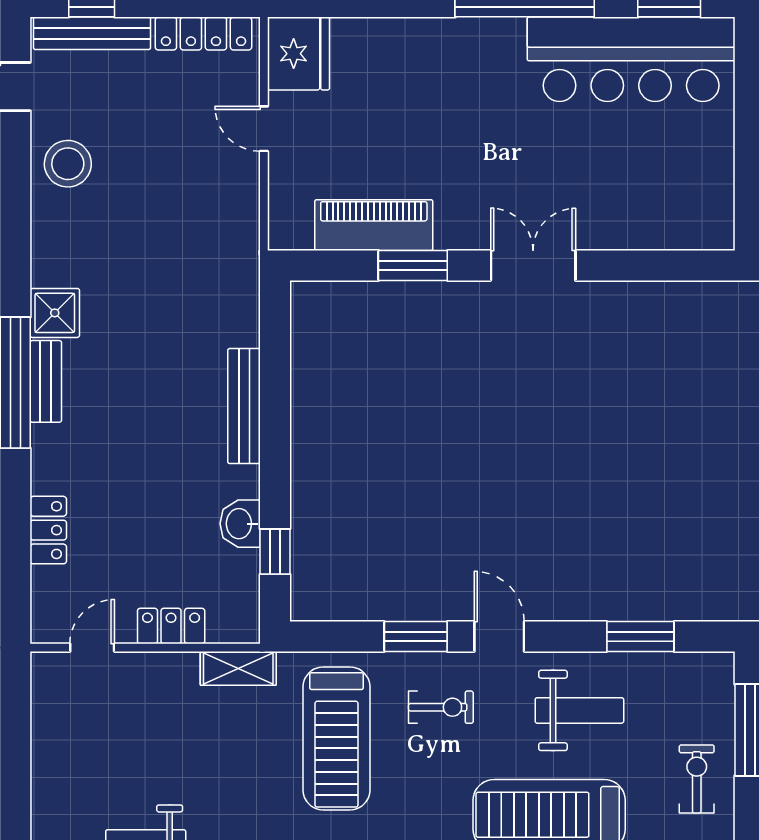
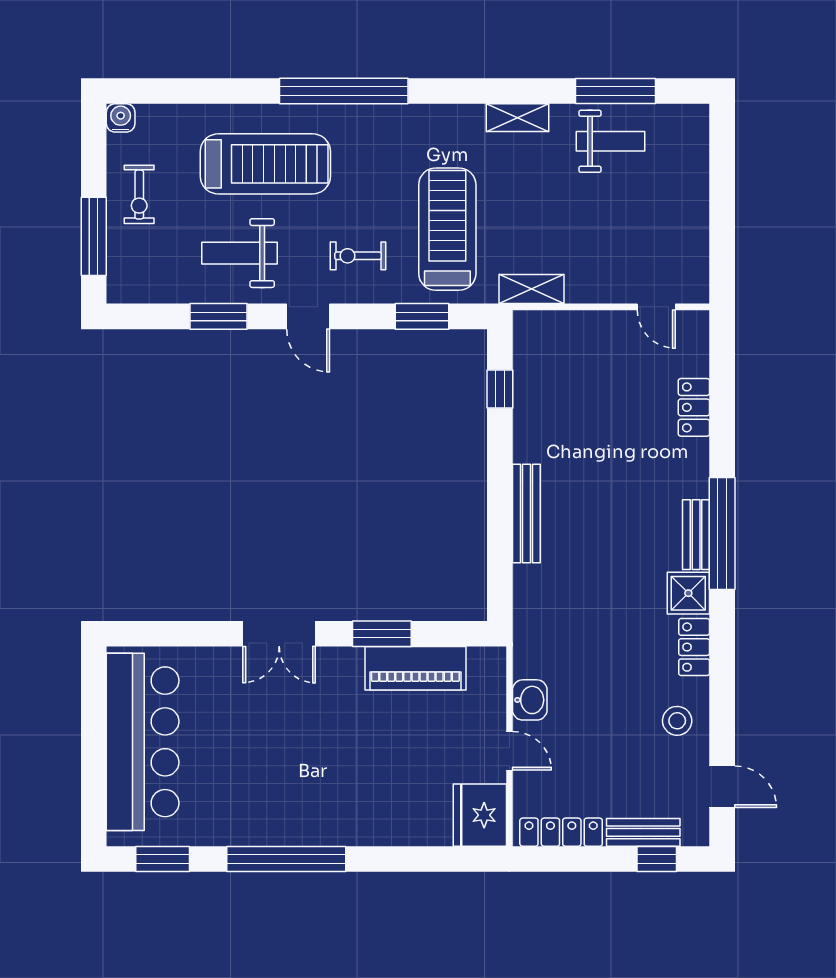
bench: (92, 33) -> (643, 832), width x0.73
bar counter: (631, 59) -> (143, 742), moved, turned 90
stool: (68, 164) -> (677, 721), width x0.73, depth x0.73
washbasin: (240, 524) -> (530, 700), moved
locker: (171, 626) -> (694, 647), moved, turned 90
window: (416, 636) -> (422, 316), moved
window: (640, 636) -> (218, 316), moved
door: (92, 648) -> (656, 307), hinge flipped

